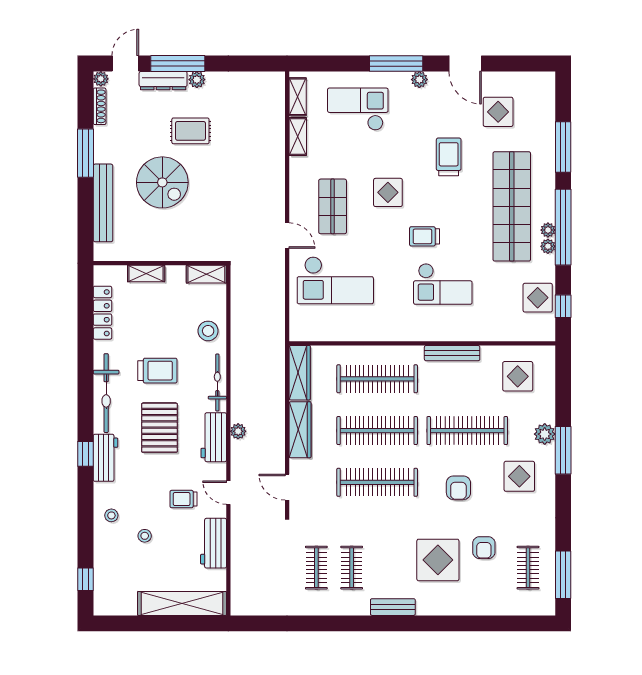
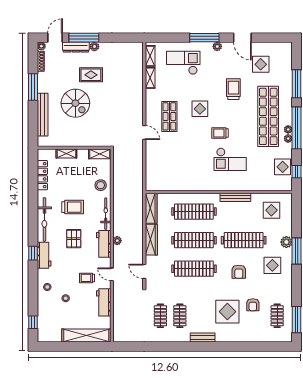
checkout: (335, 280) -> (171, 157), removed
pallet: (159, 428) -> (74, 239), width x0.67, depth x0.71

